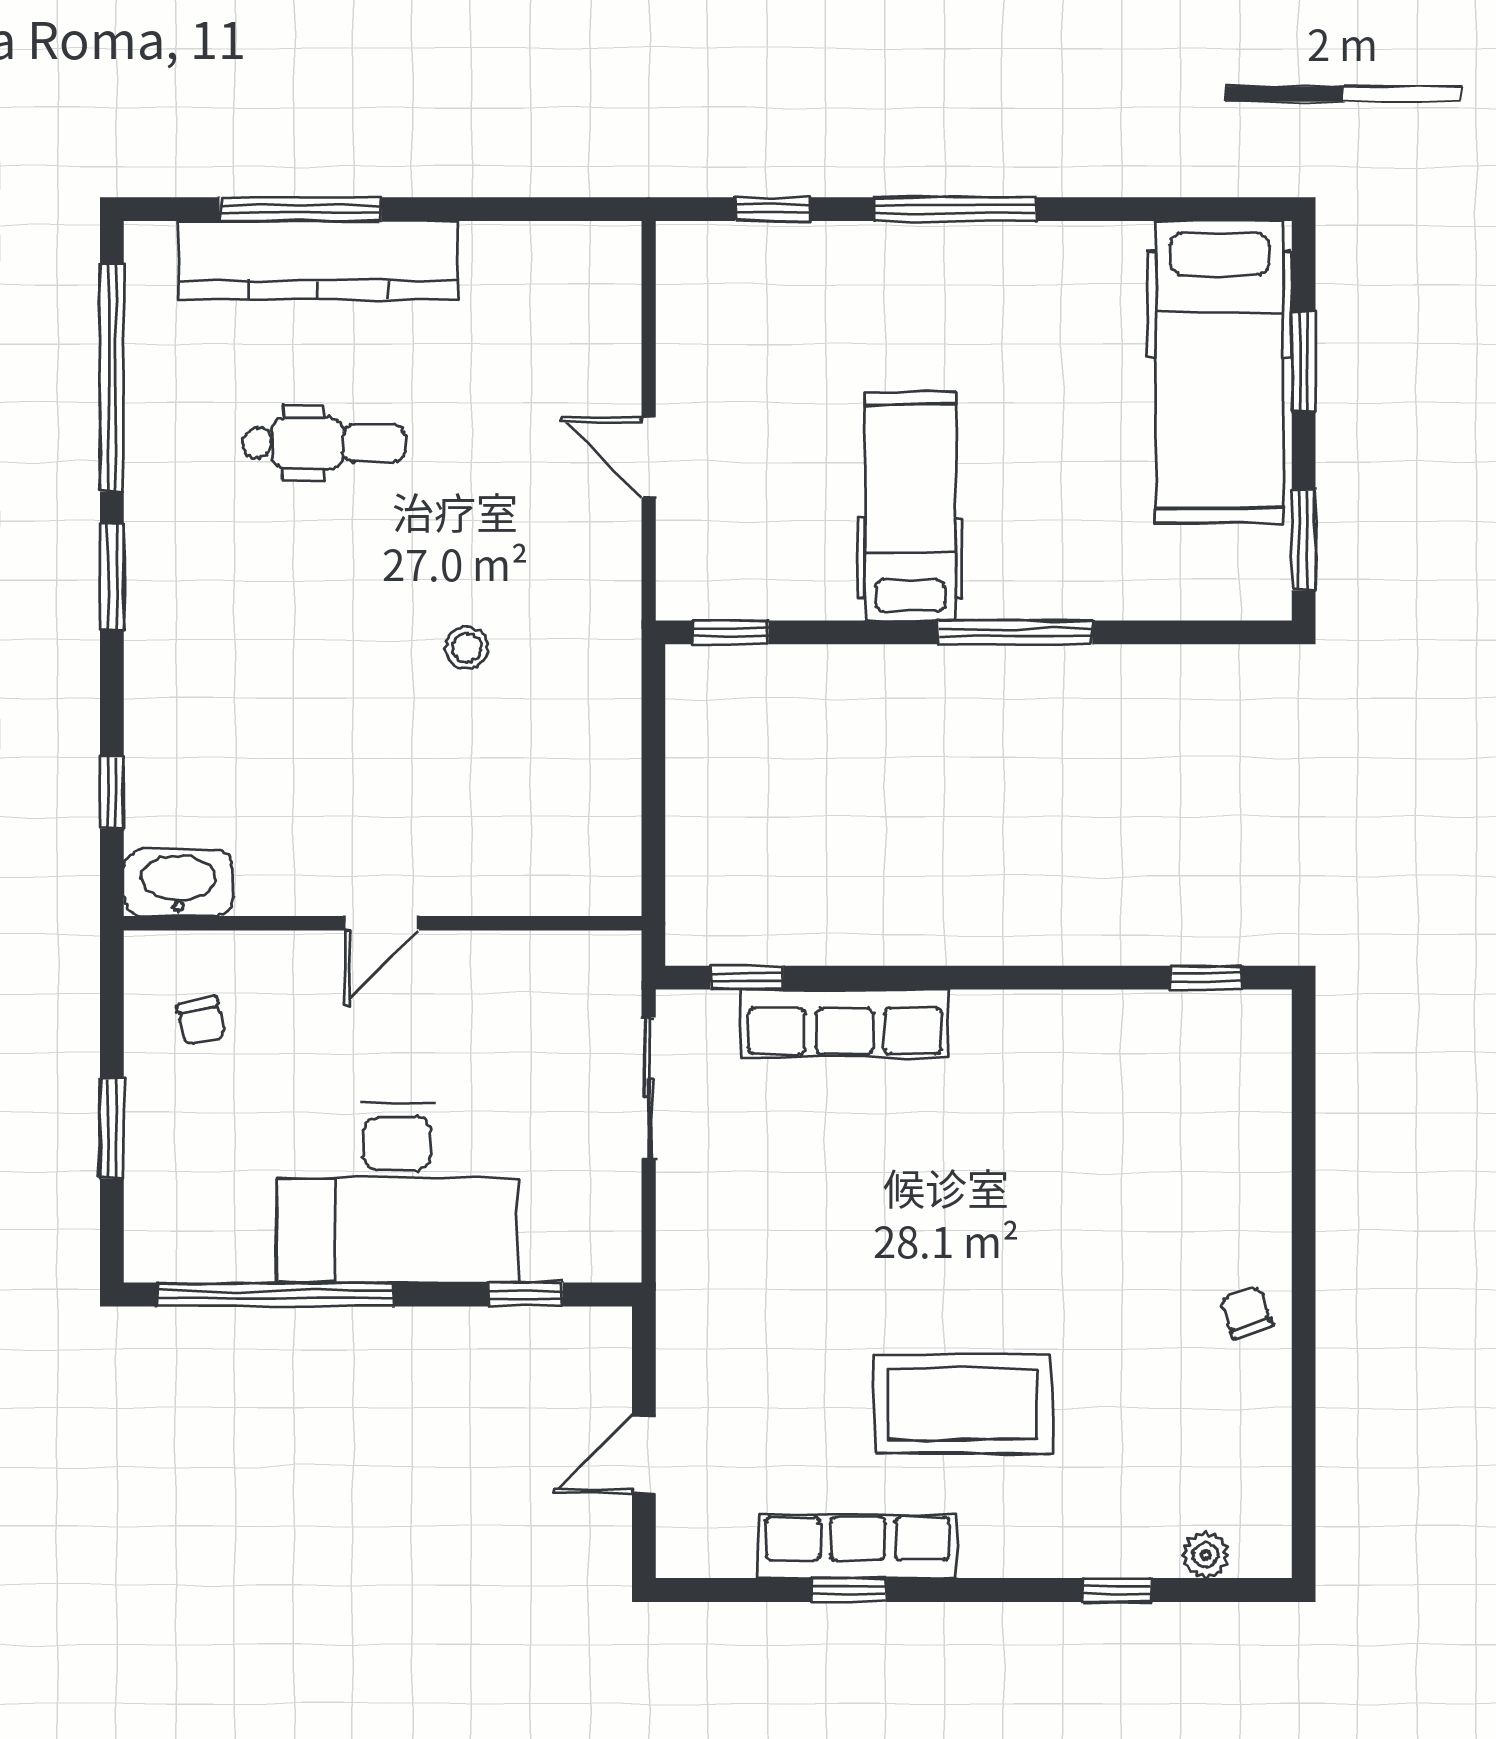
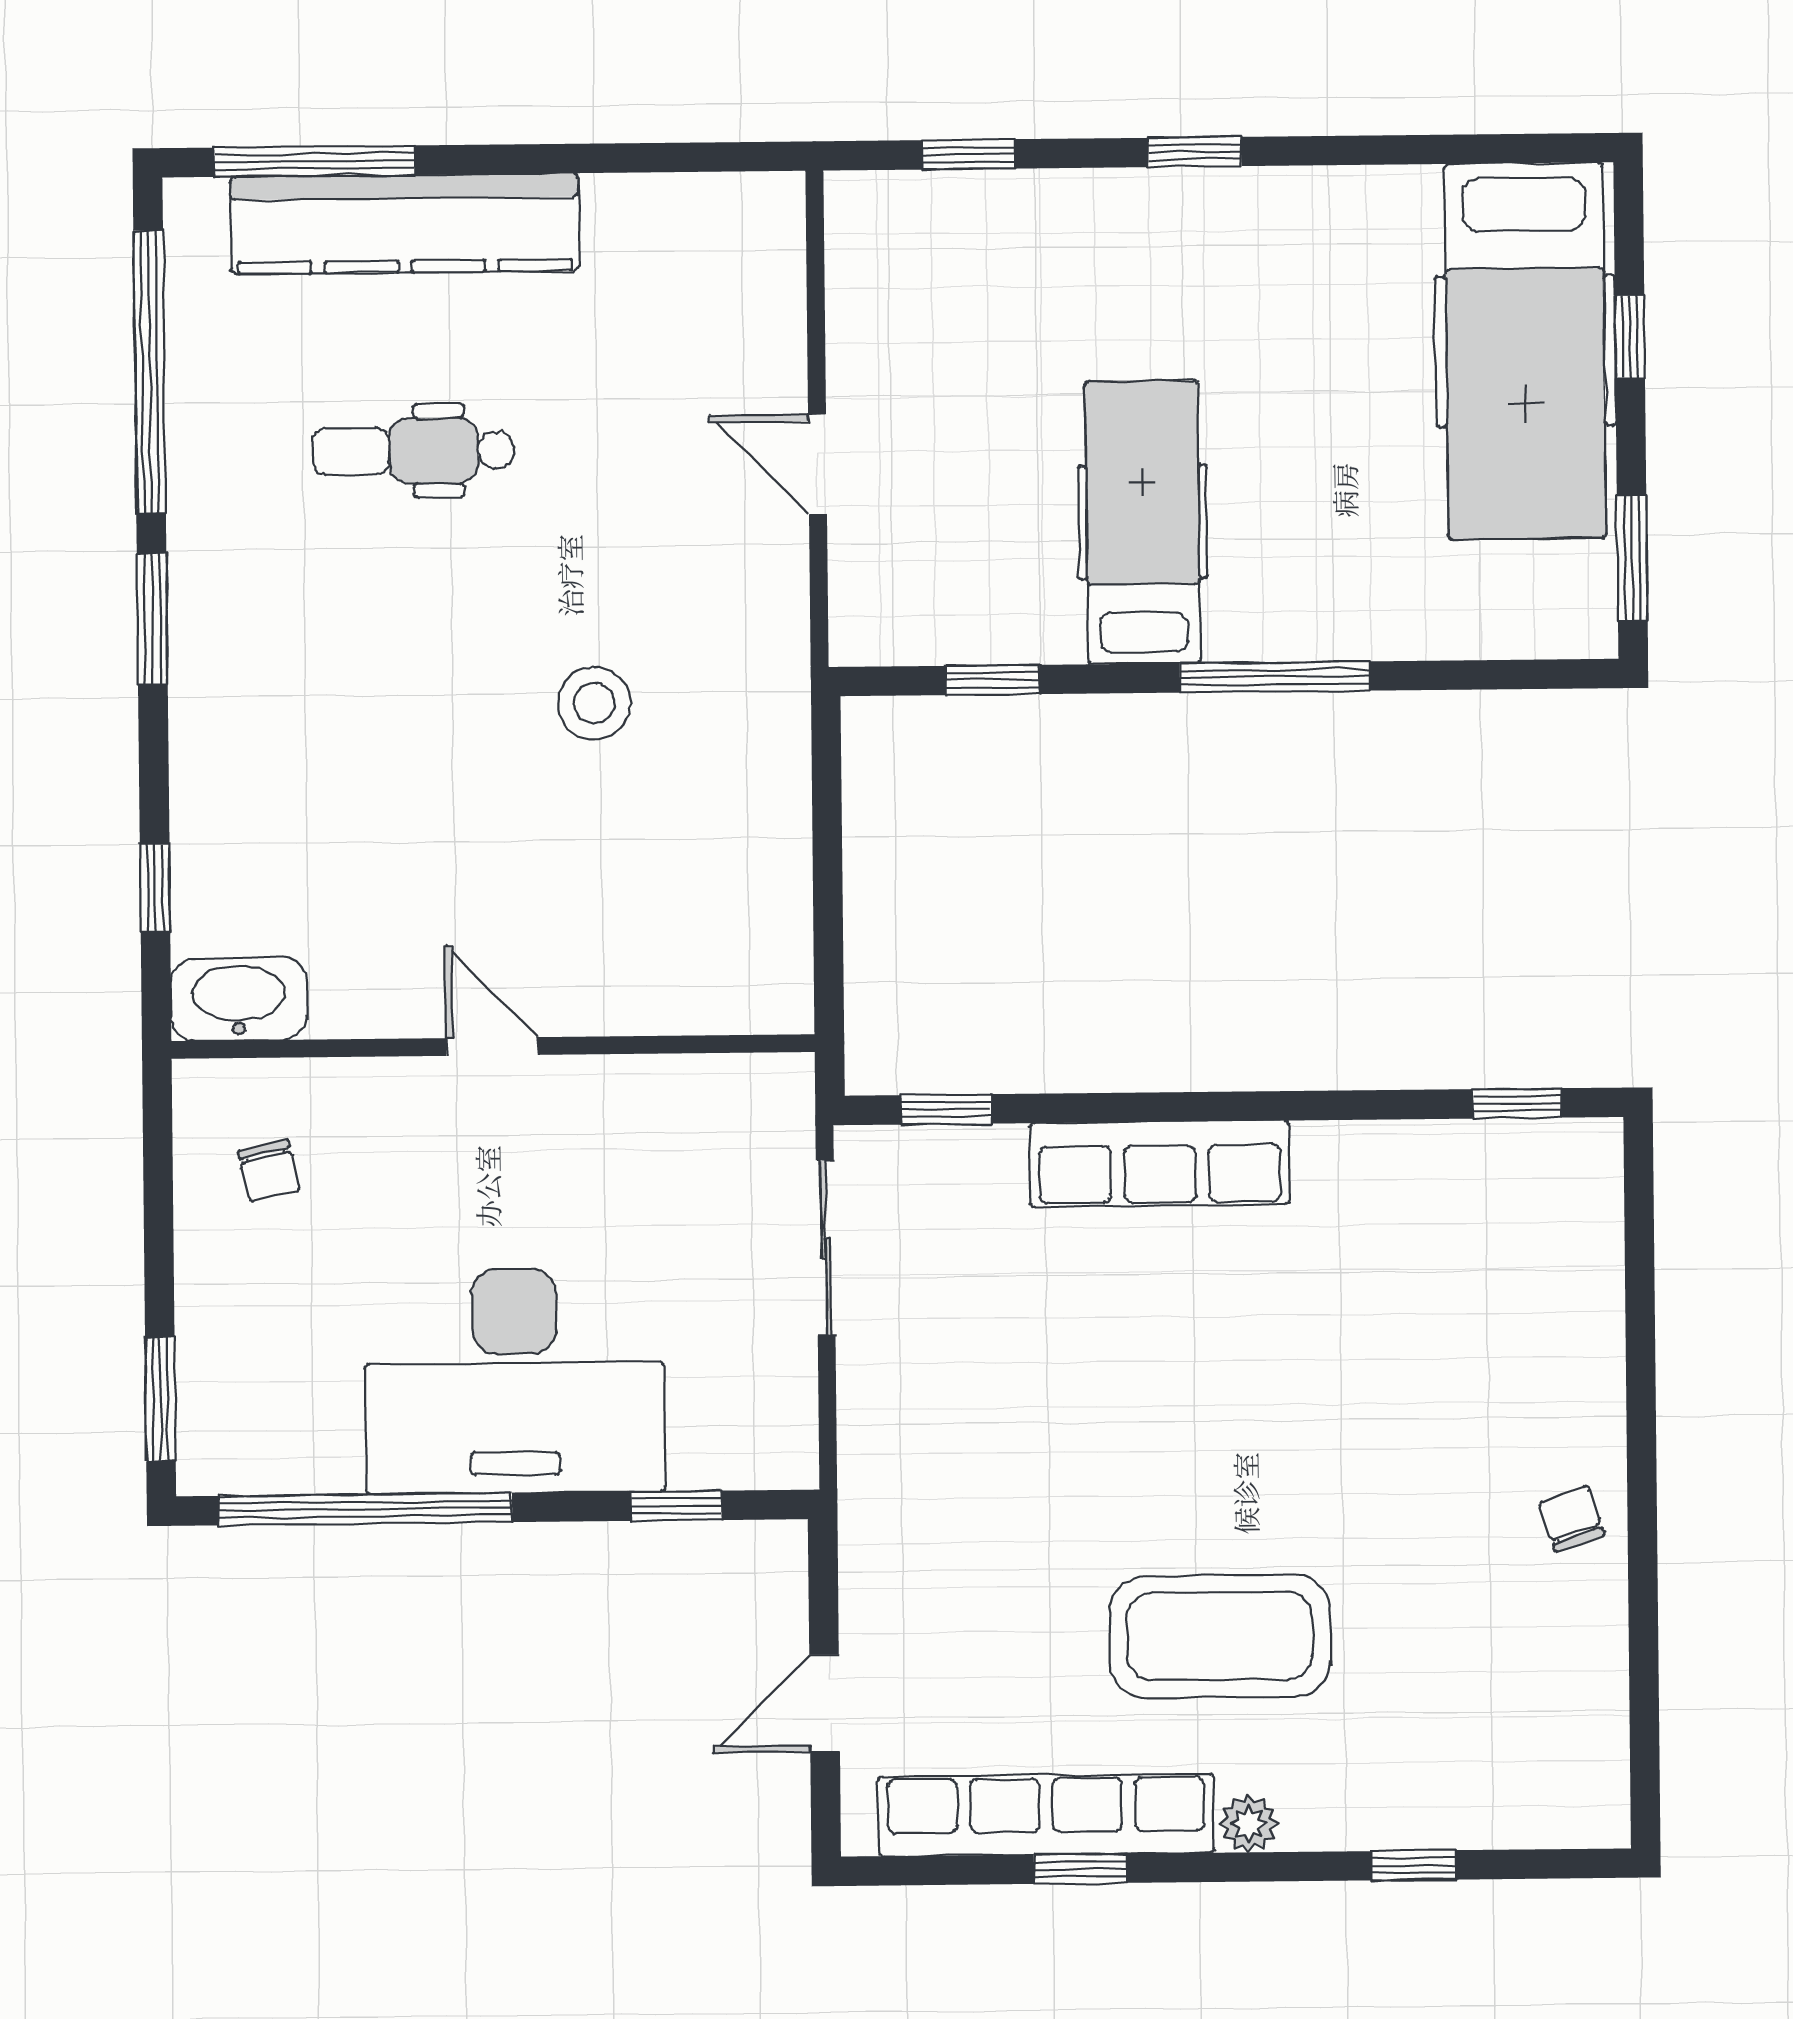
window: (300, 209) -> (314, 161), moved
window: (955, 209) -> (1195, 152), width x0.46
window: (1304, 361) -> (1630, 337), width x0.67
dental chair: (324, 443) -> (413, 451), turned 180
window: (731, 632) -> (993, 680), moved
stool: (467, 648) -> (594, 703), width x1.37, depth x1.37
door: (382, 923) -> (492, 1047), swing flipped
row of seats: (845, 1023) -> (1160, 1164), moved
window: (112, 1128) -> (160, 1399), moved
row of seats: (857, 1546) -> (1046, 1815), width x1.36
plant: (1206, 1555) -> (1249, 1824), moved

